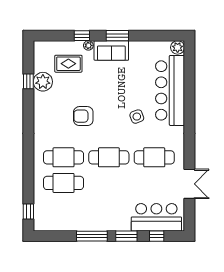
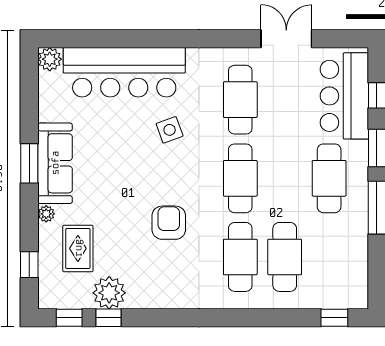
window: (82, 36) -> (29, 265), moved
sofa: (111, 51) -> (55, 163), width x1.36
window: (28, 59) -> (69, 318), added
armchair: (83, 116) -> (169, 223), turned 180
cafe table: (109, 209) -> (329, 178), added

